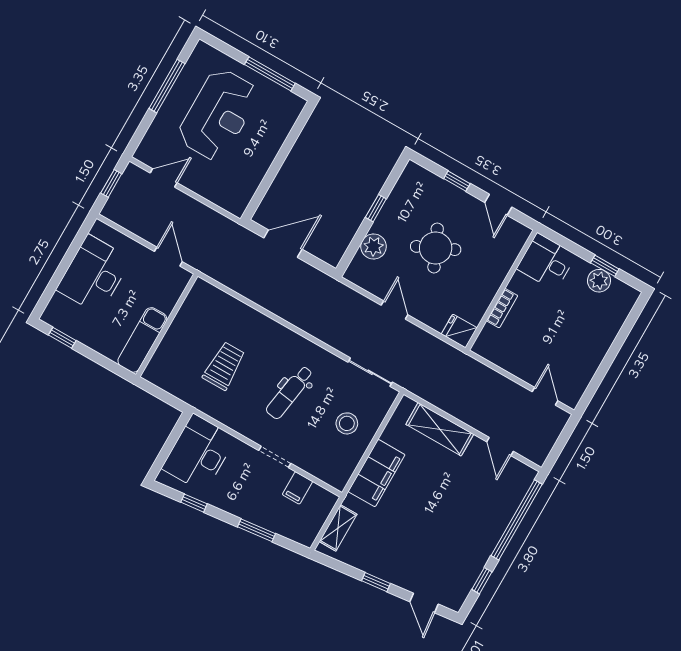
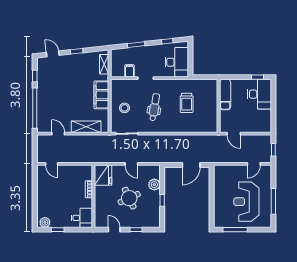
desk: (94, 274) -> (259, 94), moved
plant: (599, 281) -> (45, 222), moved
fridge: (459, 331) -> (103, 175), width x1.88, depth x1.34

